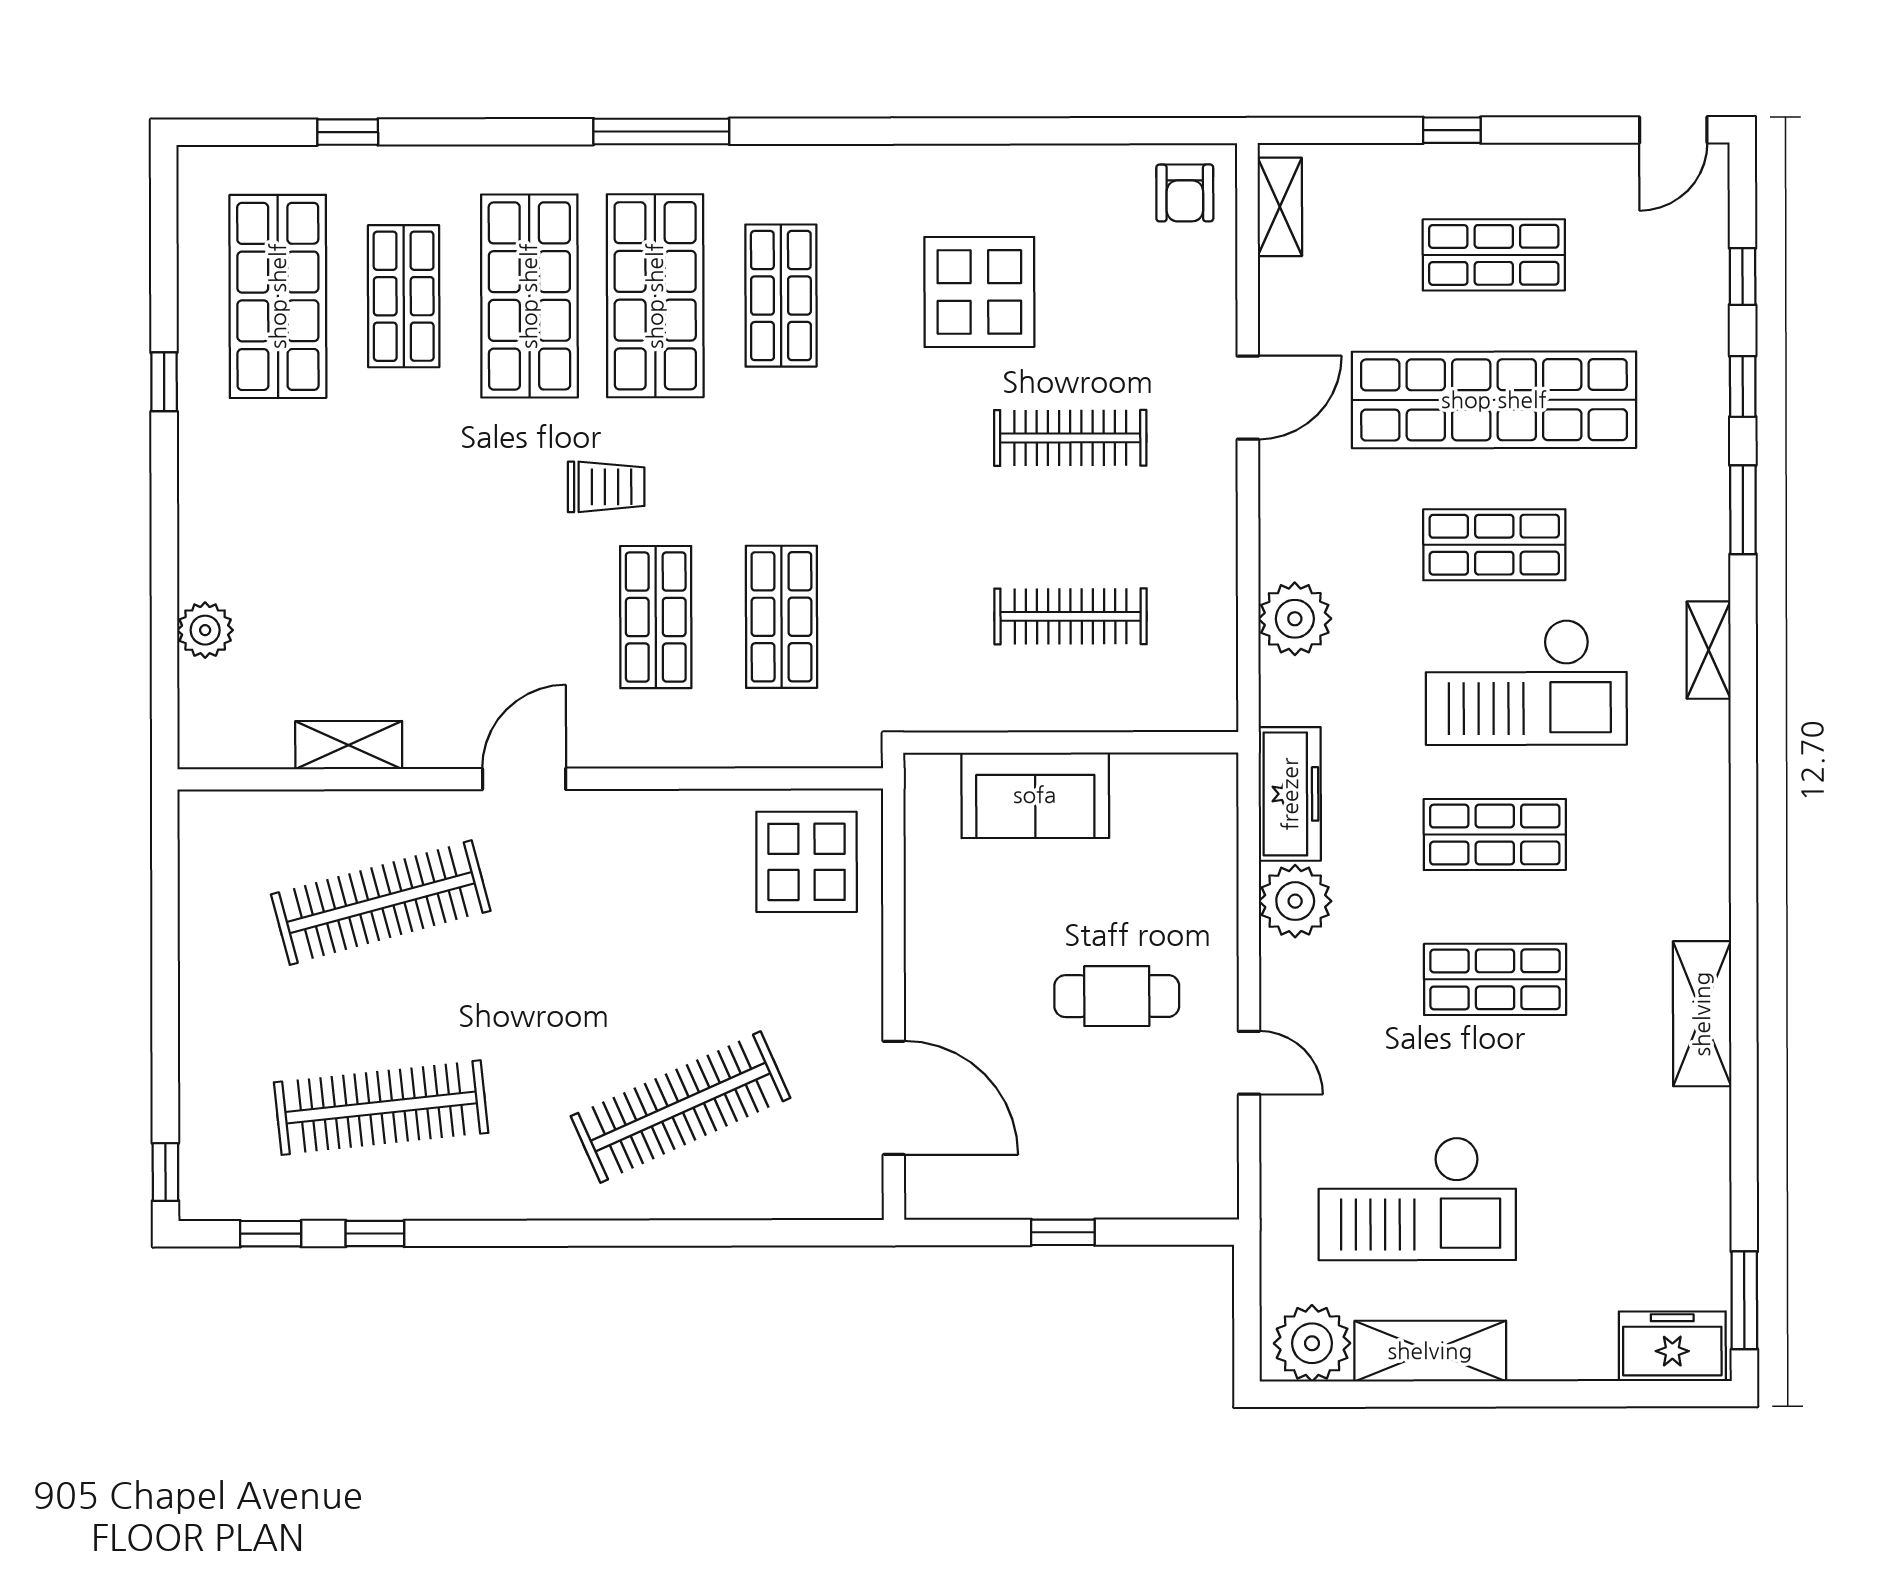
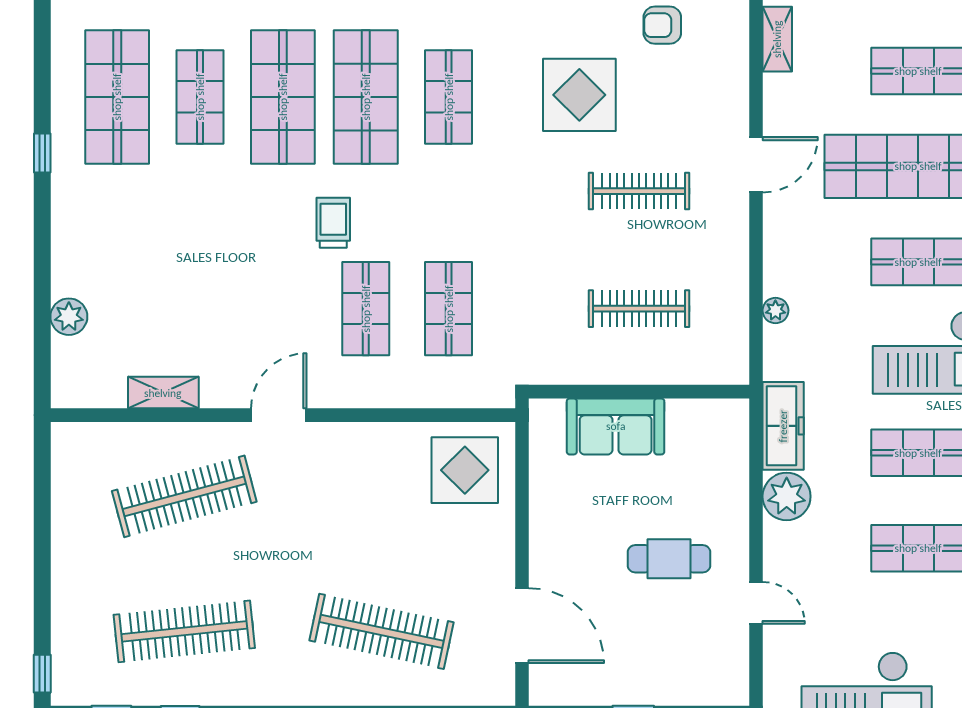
armchair: (1185, 193) -> (662, 25), moved, turned 90
trolley: (606, 487) -> (333, 223), turned -90
plant: (1295, 619) -> (775, 310), width x0.53, depth x0.53
clothes rail: (681, 1107) -> (382, 631), turned 36

